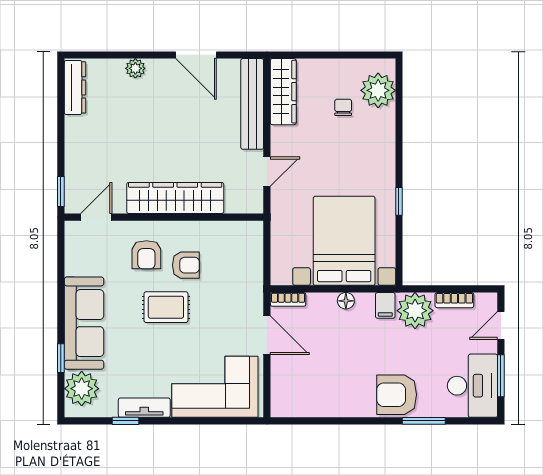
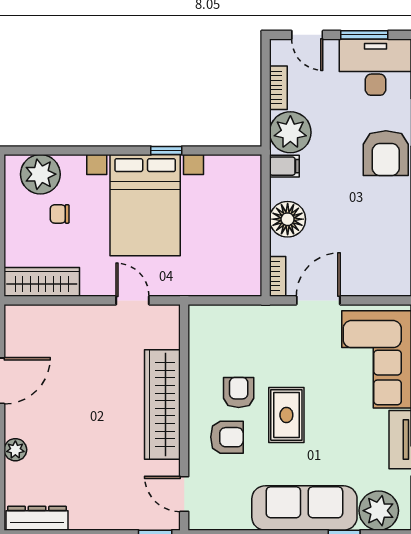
bench: (252, 104) -> (56, 317), removed
bed with nightstands: (344, 241) -> (145, 205), moved, turned -90
floor lamp: (346, 301) -> (288, 219), width x1.89, depth x1.89

